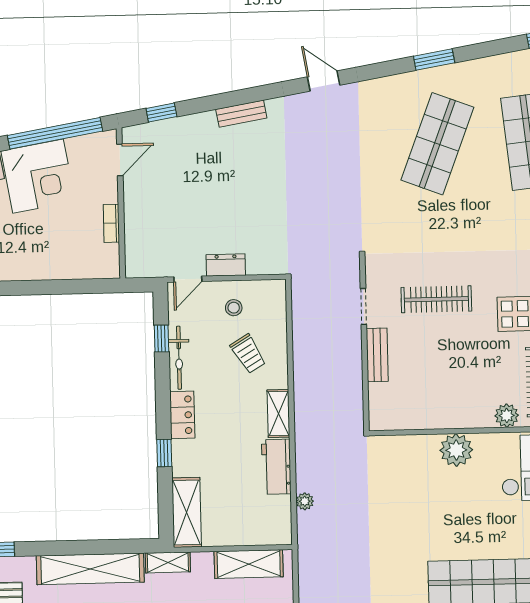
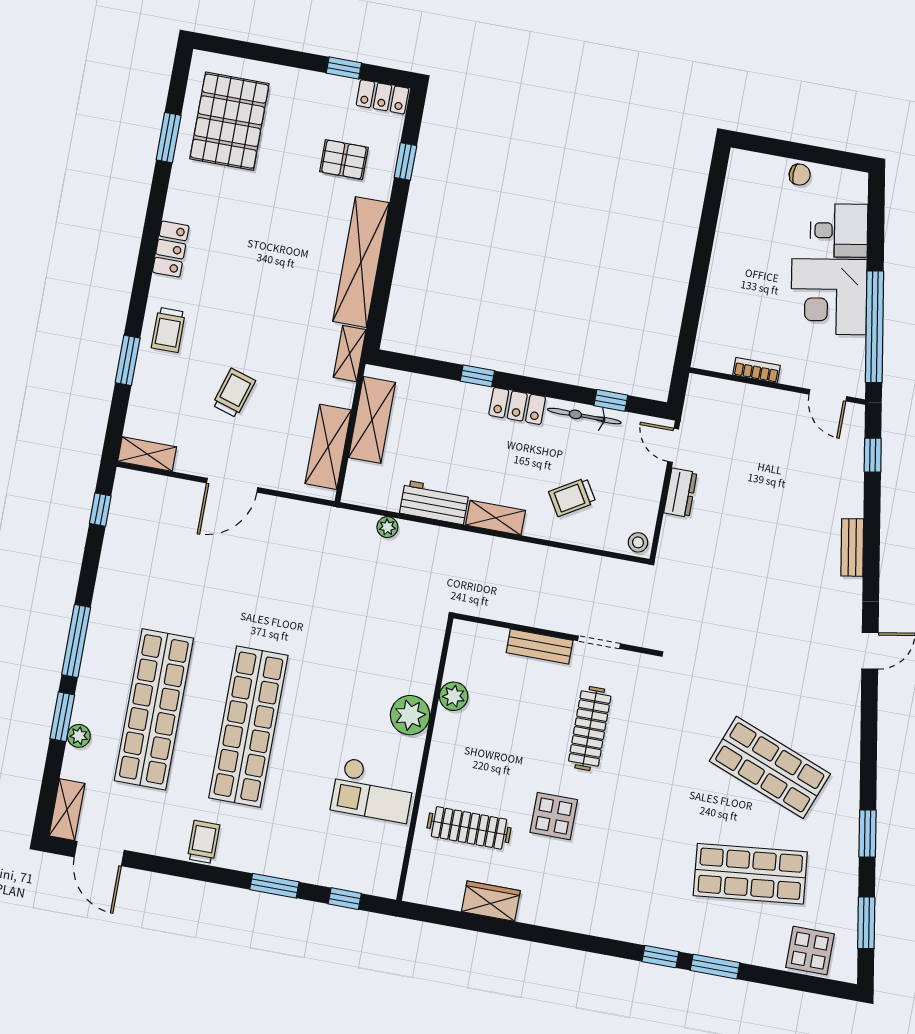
window: (434, 60) -> (867, 833), moved
stool: (234, 308) -> (638, 542), moved
plant: (507, 416) -> (454, 696), moved
shelving: (187, 512) -> (372, 420), moved, turned 90

